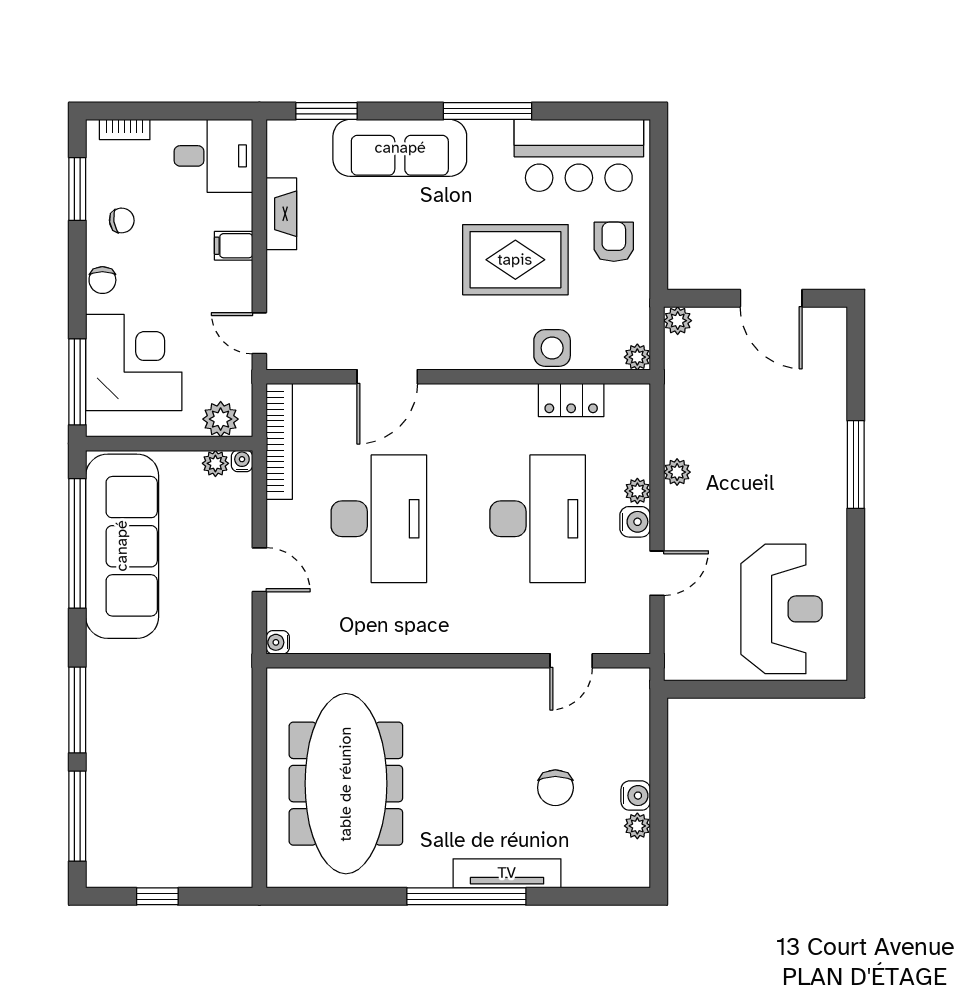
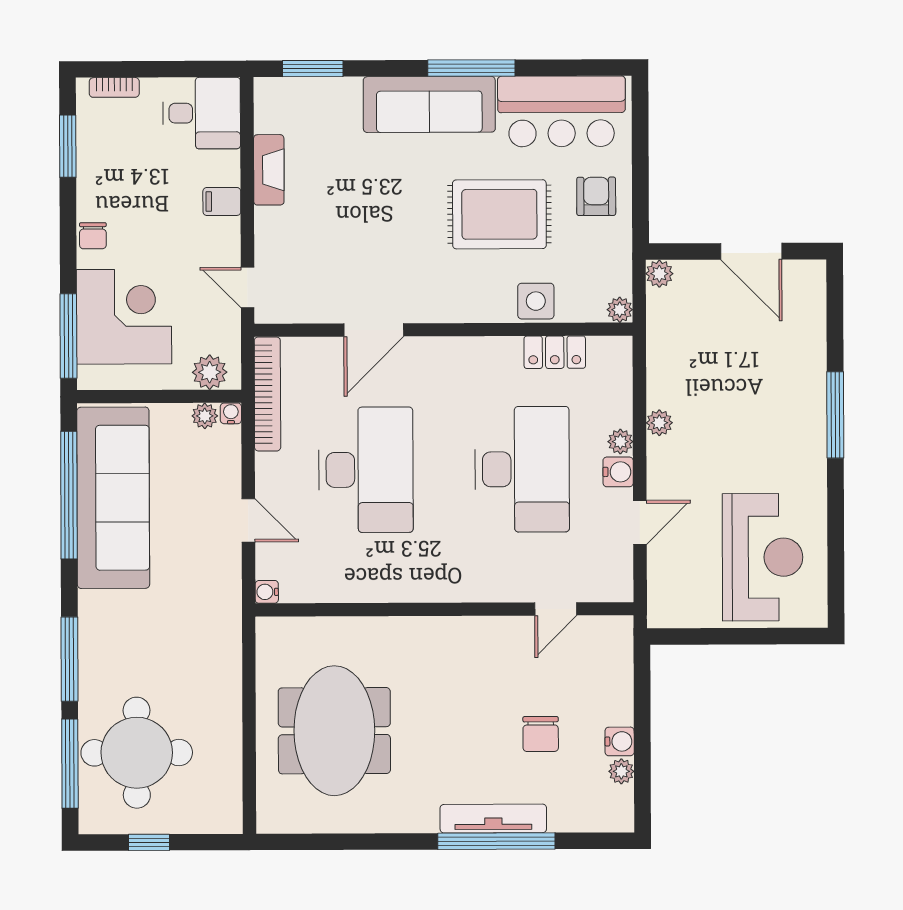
sofa: (400, 148) -> (429, 104), moved
chair: (122, 220) -> (112, 177), removed
meeting table: (346, 784) -> (334, 731), width x0.73
round table: (145, 805) -> (137, 753), added
window: (466, 896) -> (496, 841), moved

